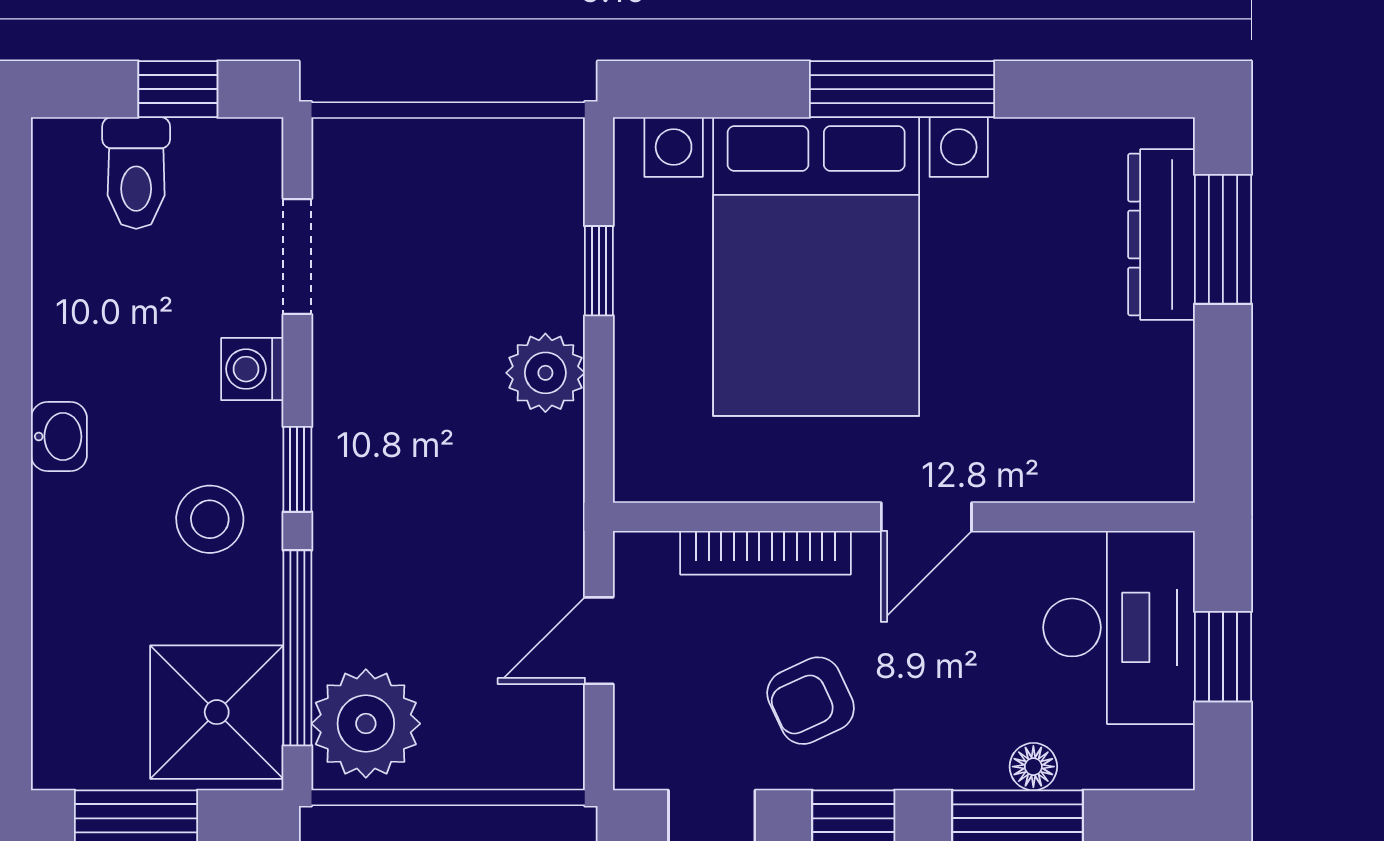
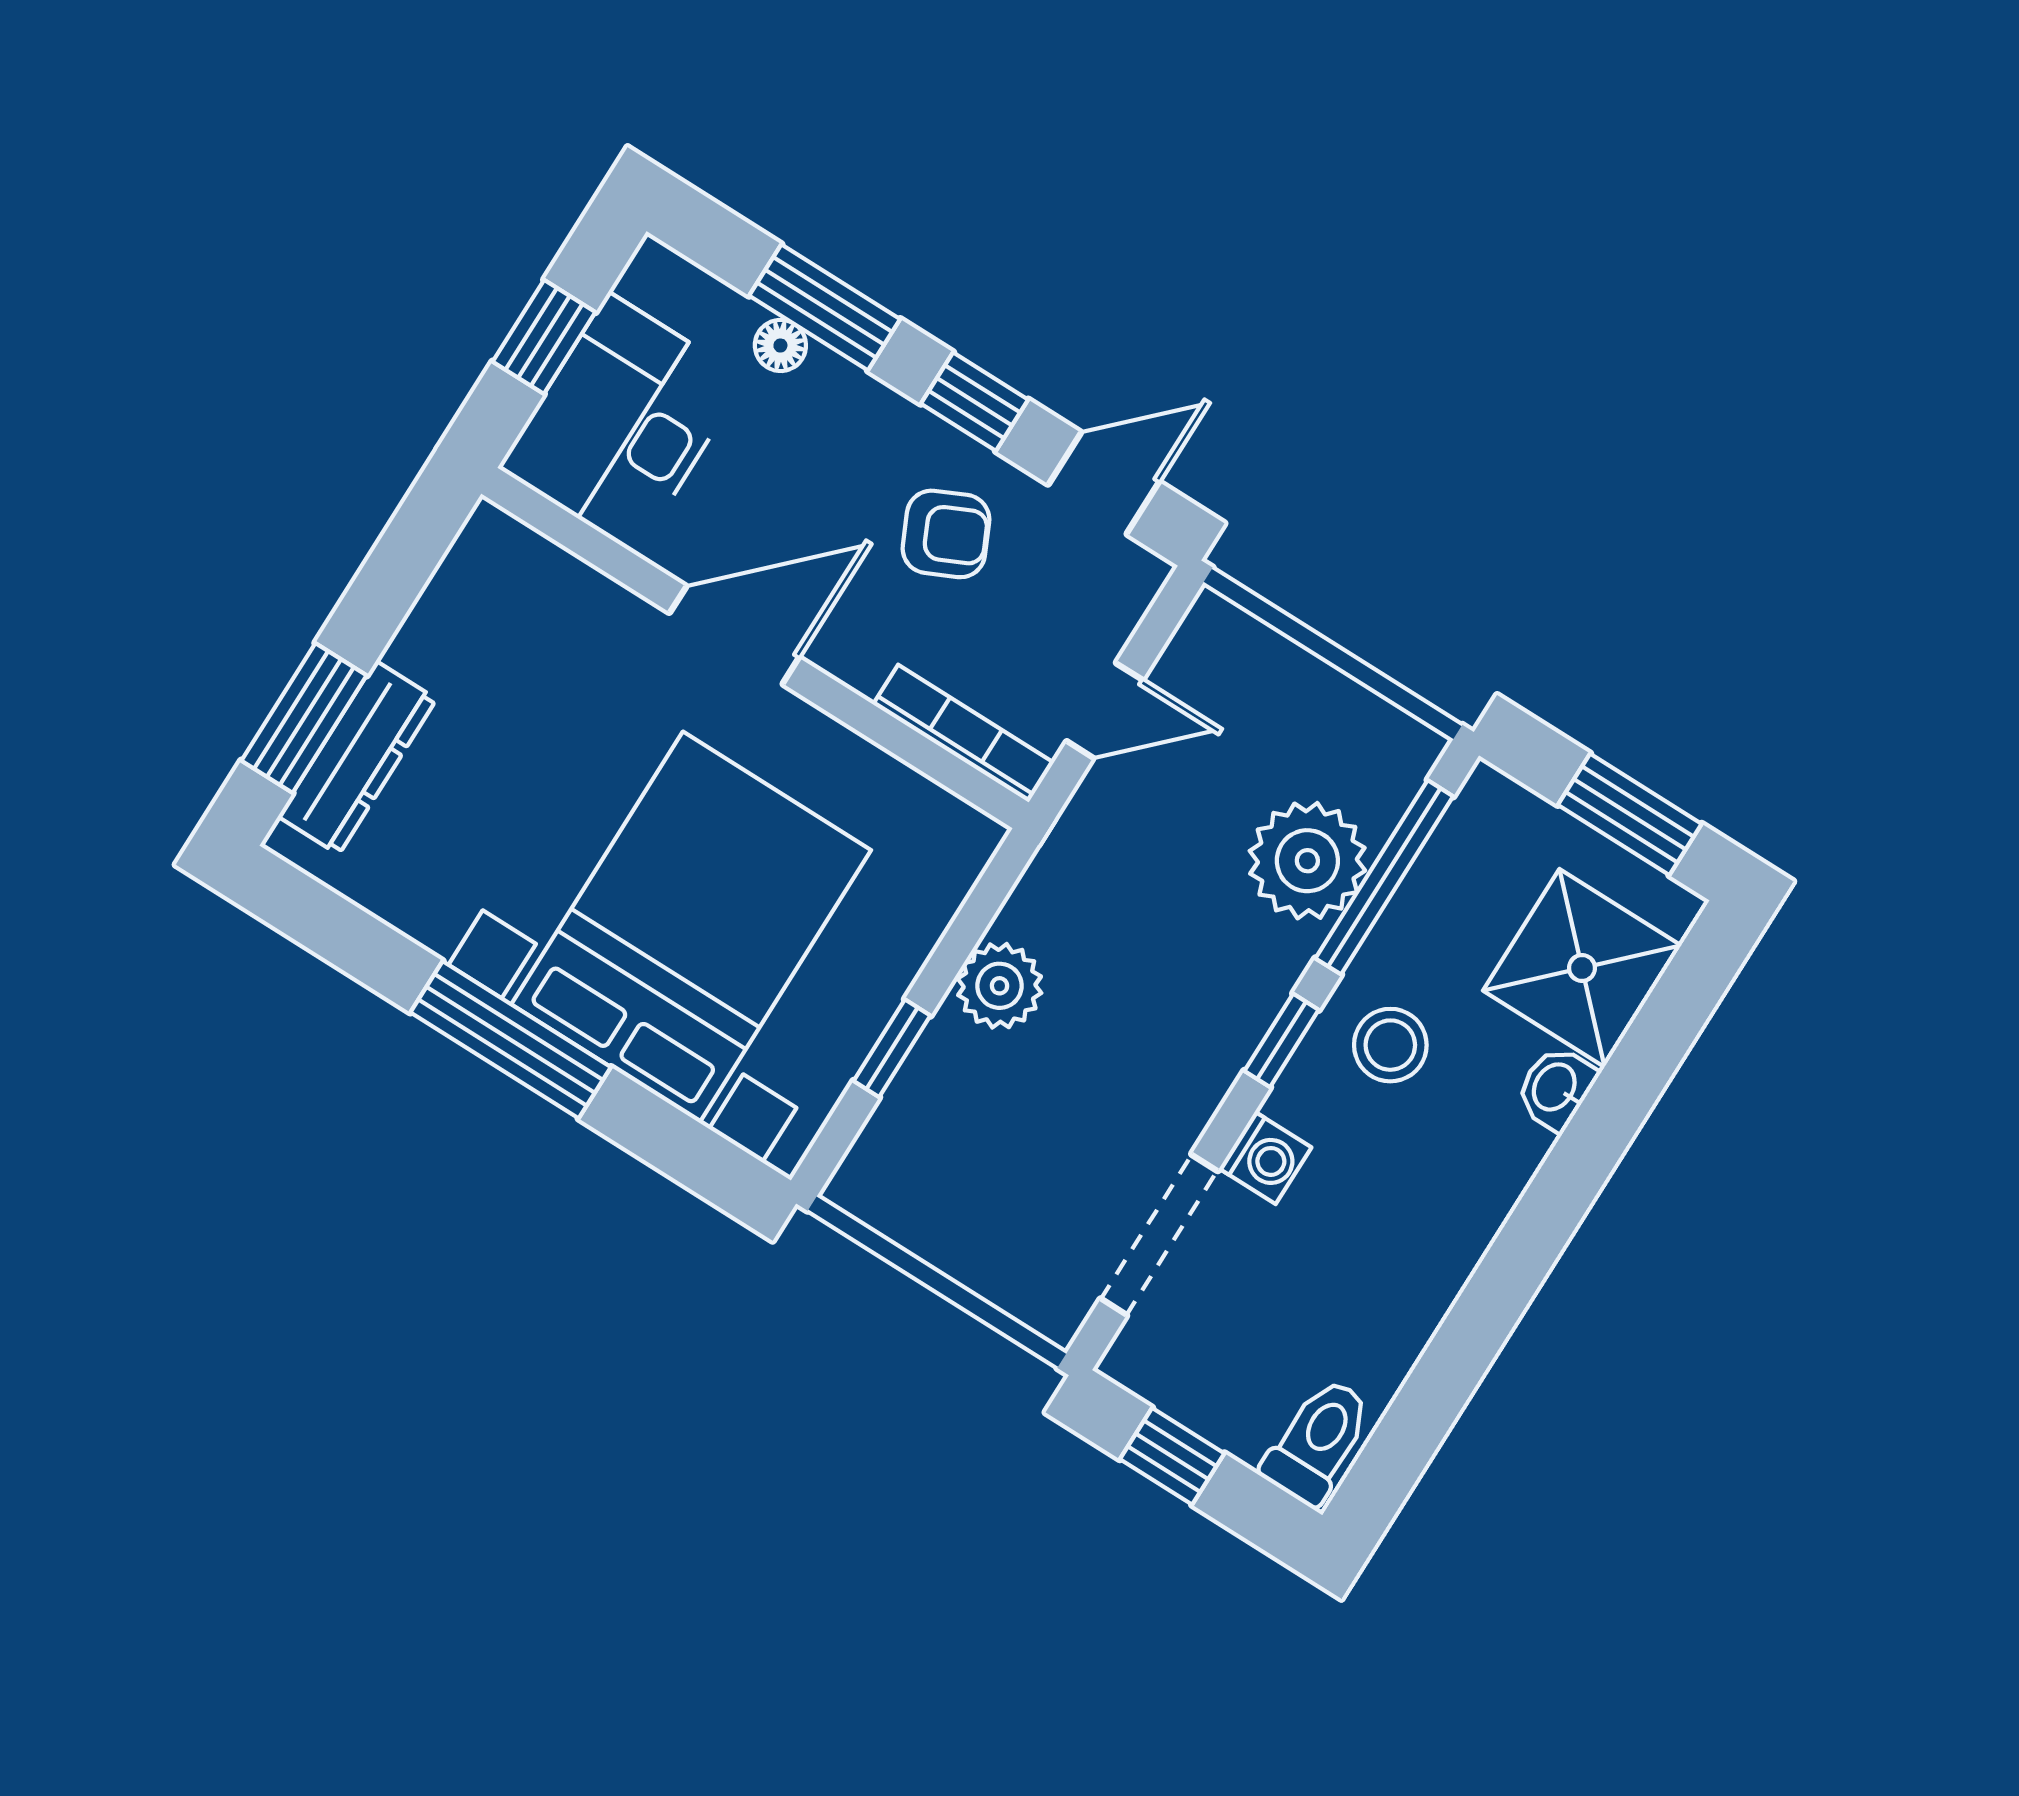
toilet: (136, 173) -> (1318, 1441), moved
doorway: (297, 256) -> (1159, 1235), width x1.38
washbasin: (59, 437) -> (1556, 1088), moved
door: (926, 517) -> (734, 635), width x1.38
bookcase: (766, 553) -> (963, 734), moved
shower: (217, 712) -> (1582, 968), moved
plant: (366, 724) -> (1307, 861), moved

